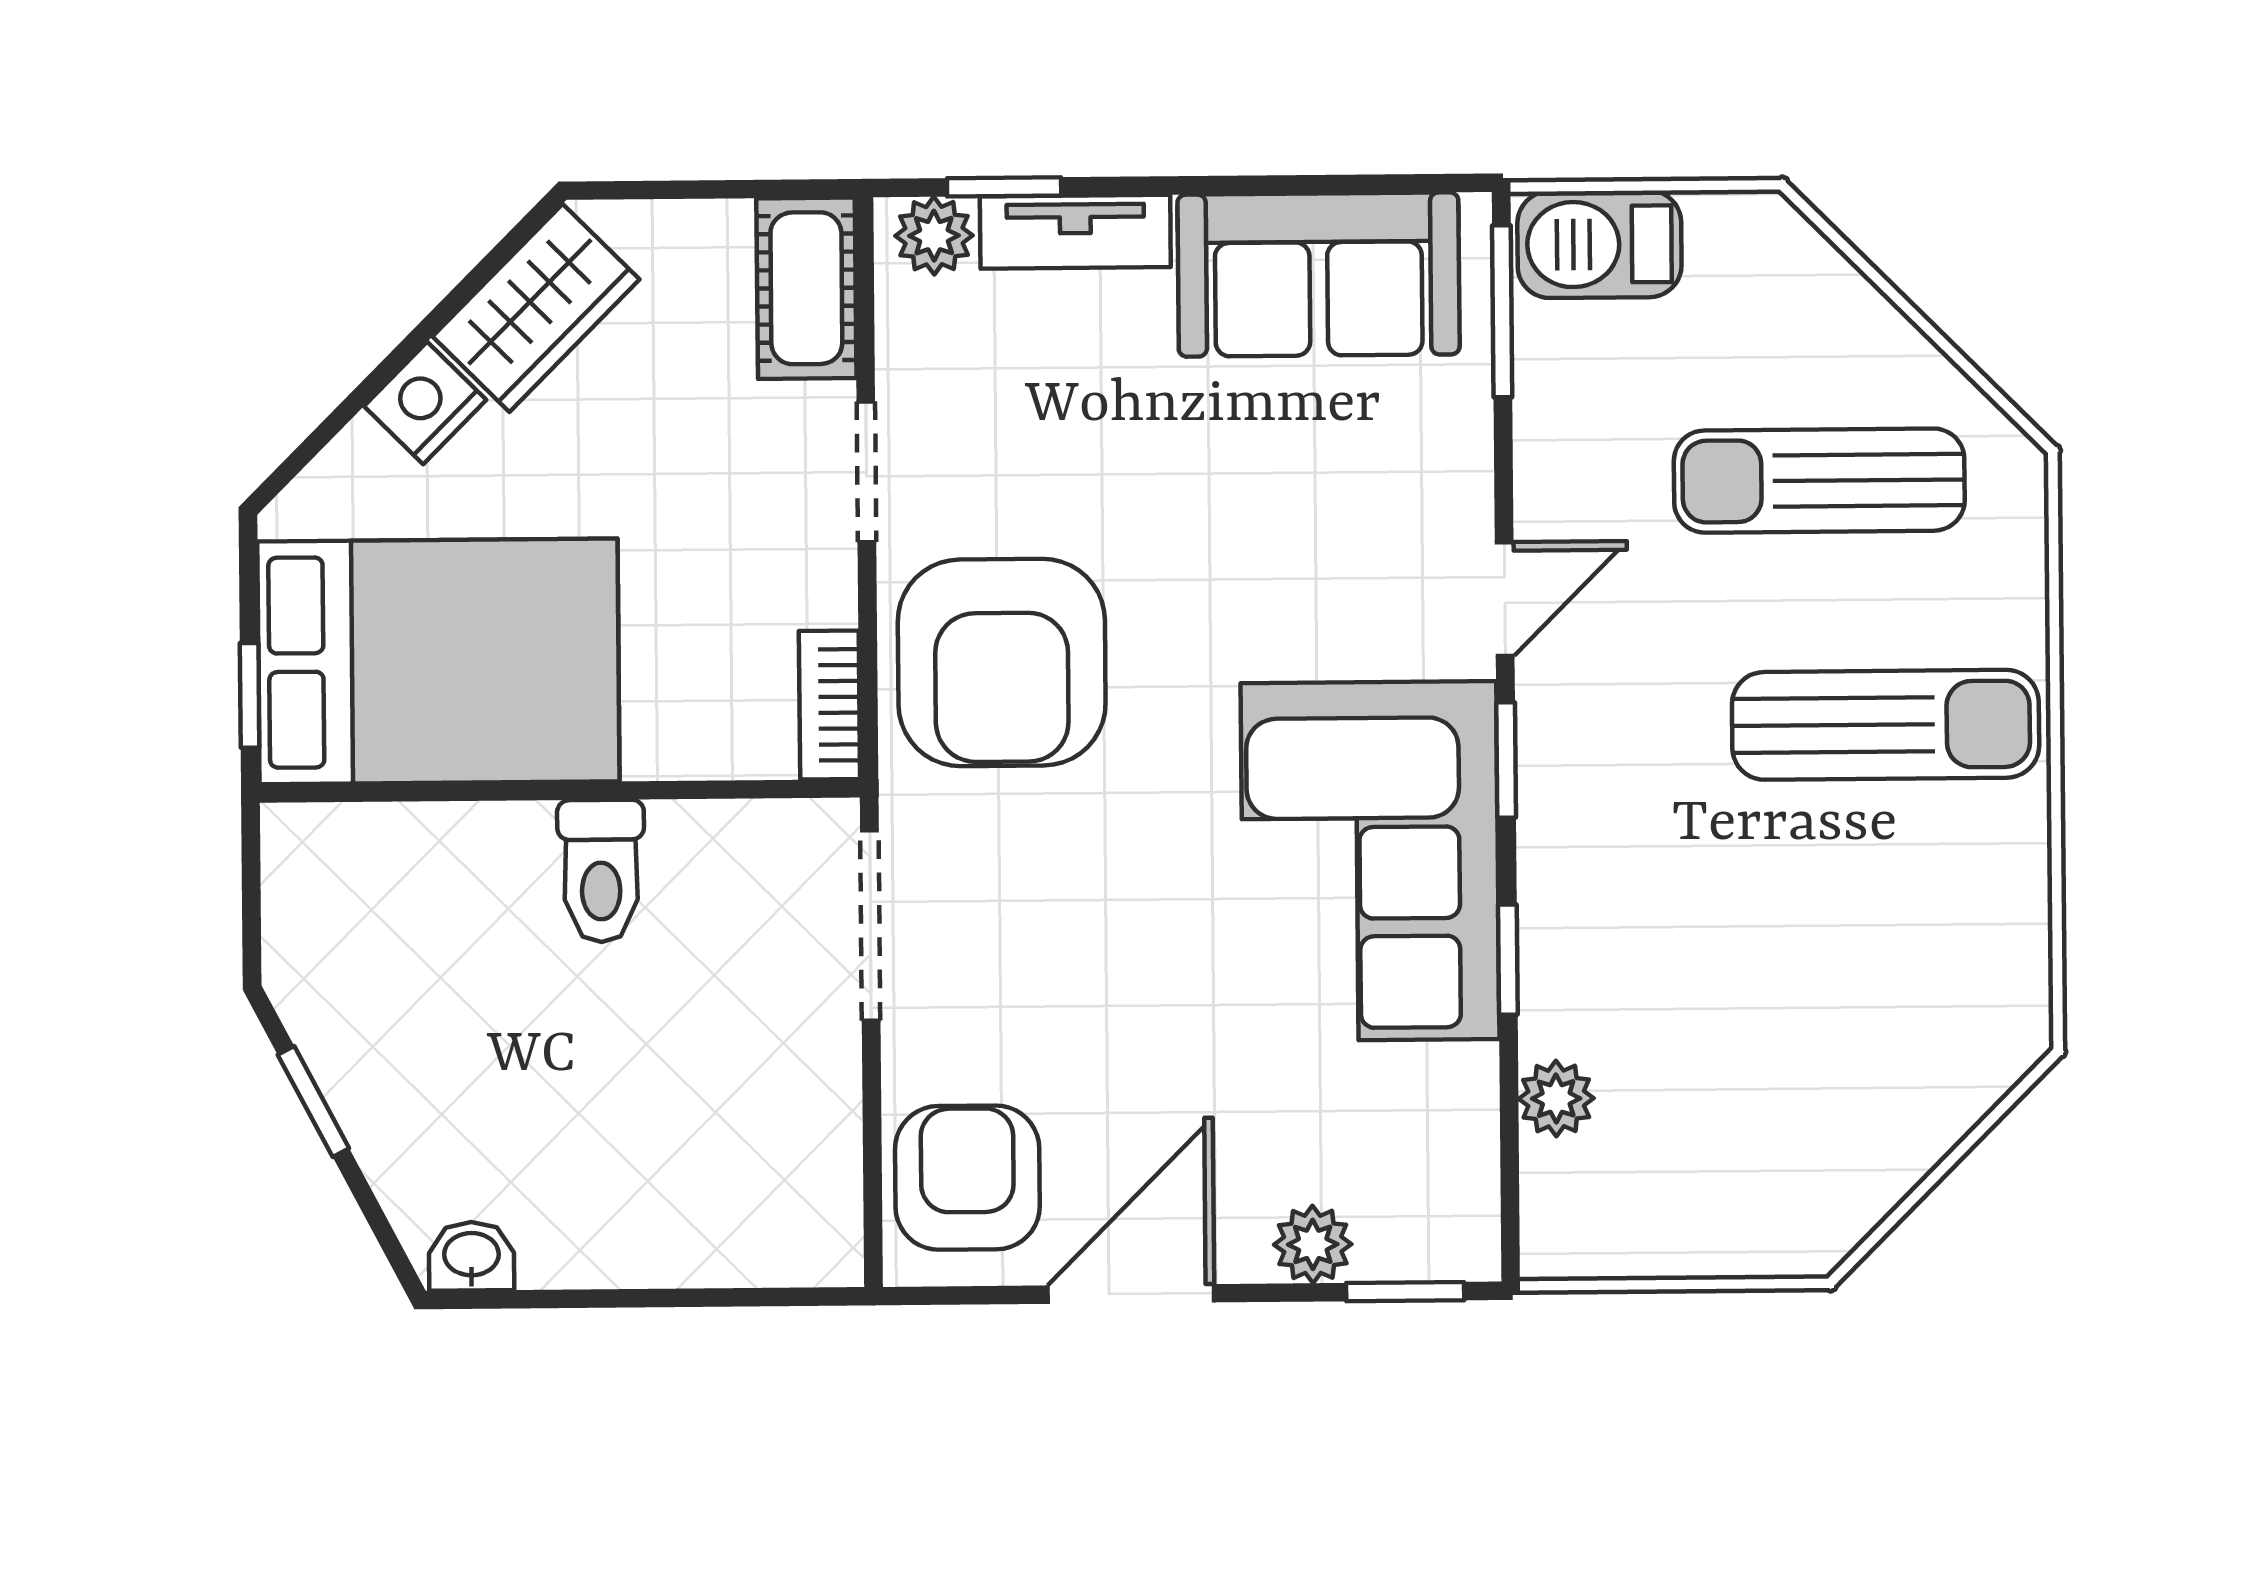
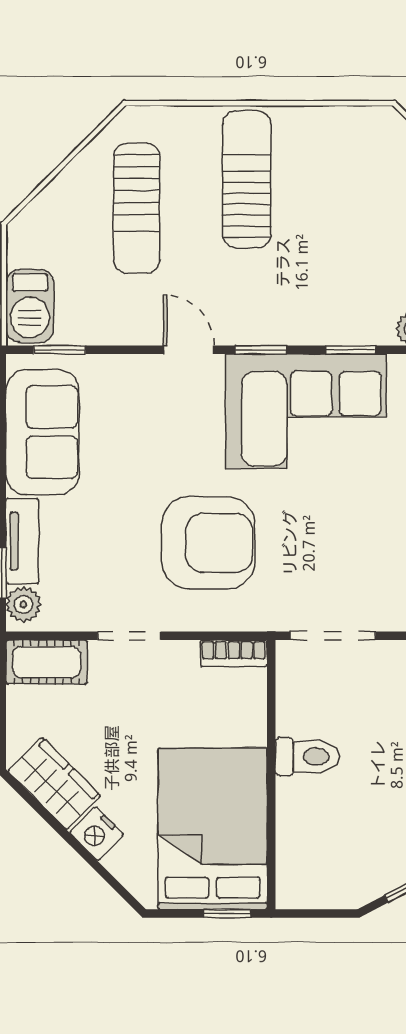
window: (1502, 311) -> (60, 350), width x0.67
armchair: (1002, 662) -> (208, 543), moved

